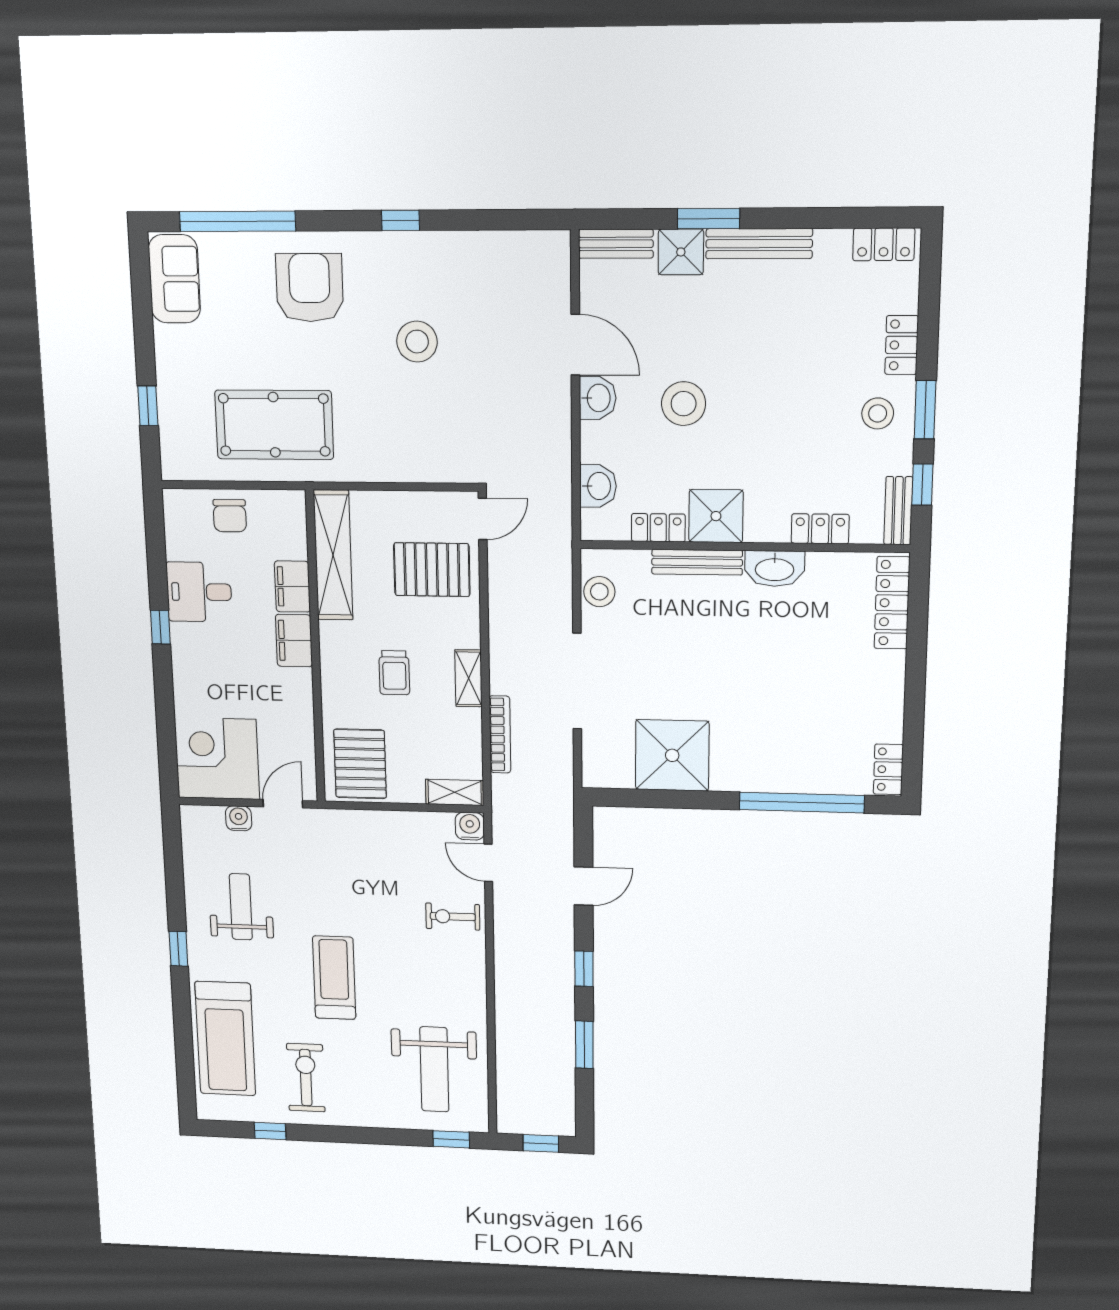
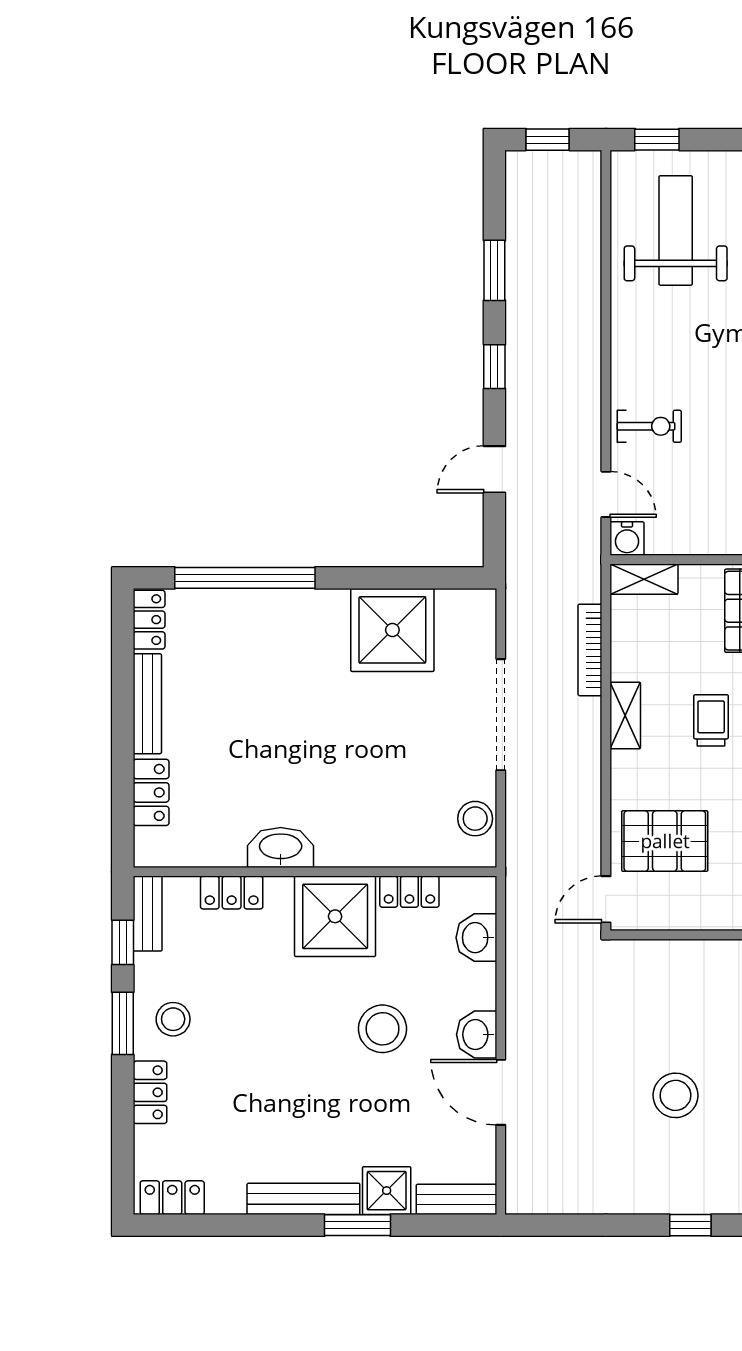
shower: (716, 516) -> (335, 916), width x1.37, depth x1.37
bench: (697, 562) -> (147, 704), moved, turned 90
locker: (892, 603) -> (151, 792), width x0.66

